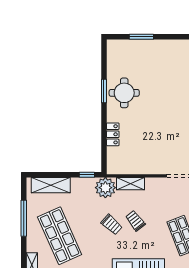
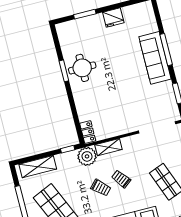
fridge: (171, 48) -> (113, 17), added
locker: (113, 134) -> (88, 132), moved

